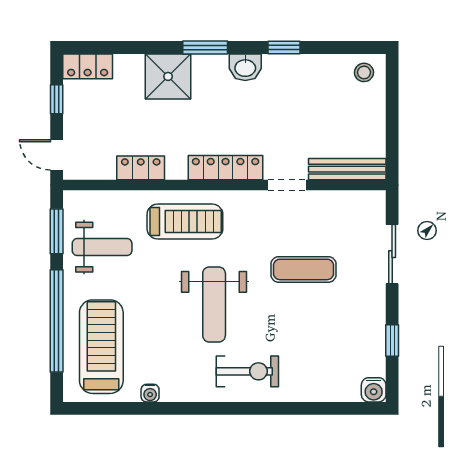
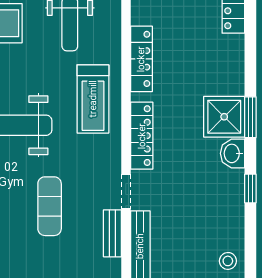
shower: (168, 76) -> (224, 117), moved
locker: (141, 168) -> (141, 59), width x1.53
bench: (333, 200) -> (112, 233), added

